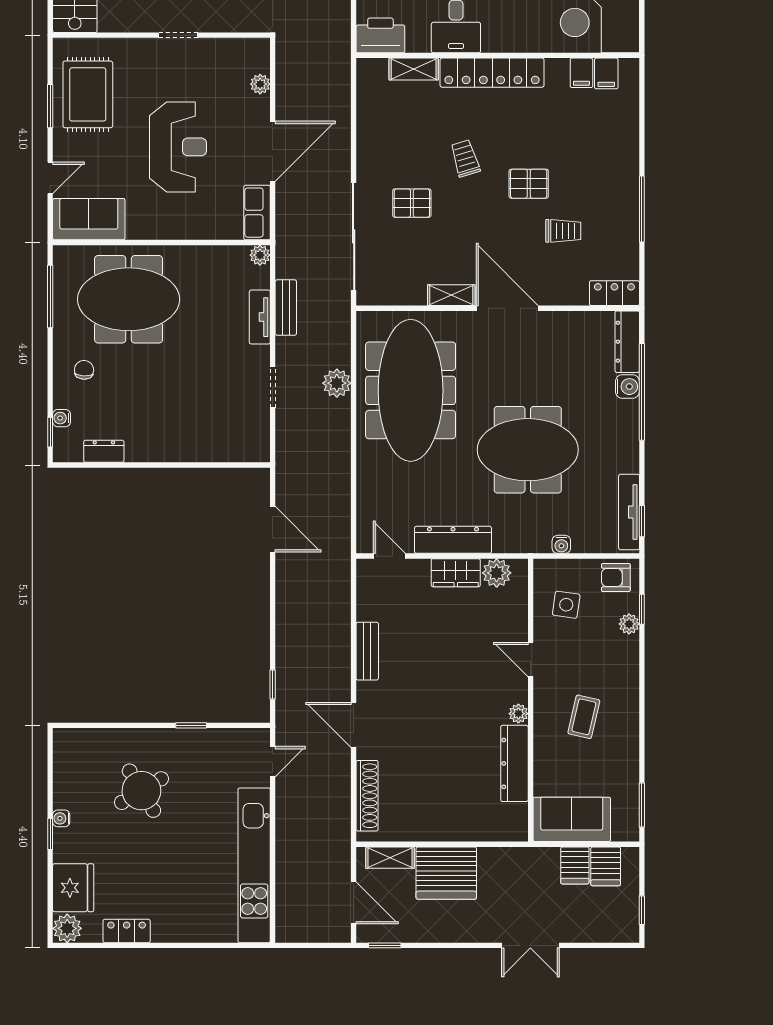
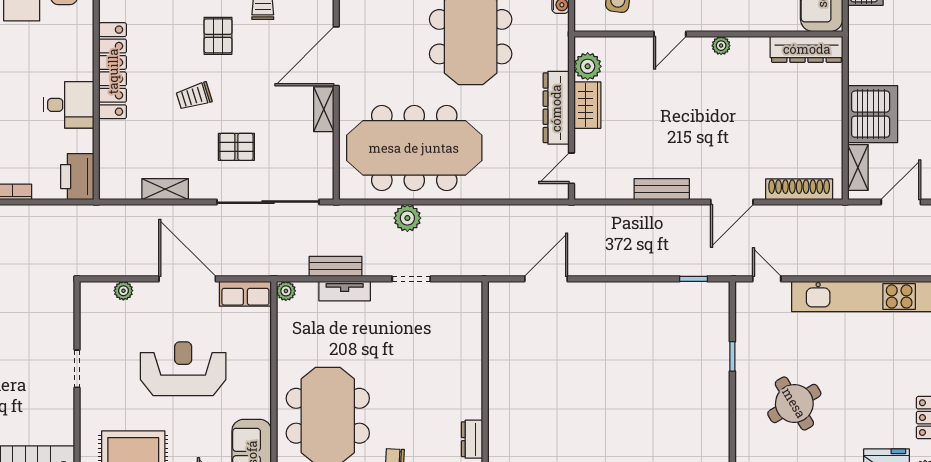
shelving: (414, 69) -> (165, 189), moved, turned 90
pallet: (412, 203) -> (236, 147), turned 90
dresser: (514, 763) -> (807, 49), moved

